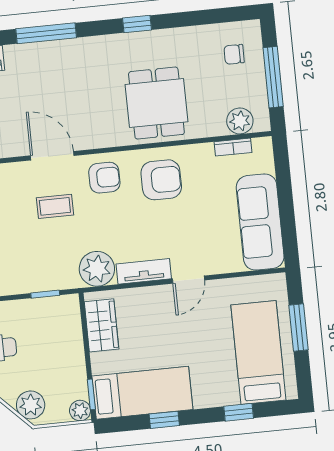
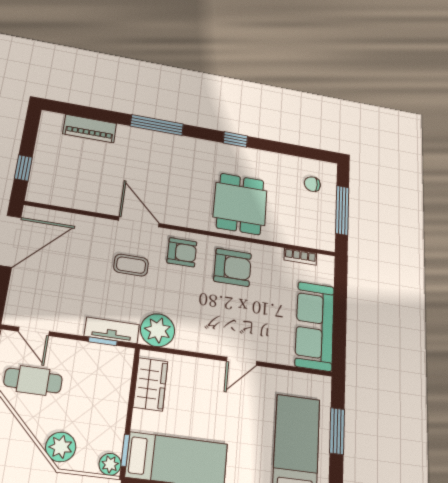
plant: (240, 121) -> (309, 237), removed
tv unit: (144, 271) -> (112, 330), moved

